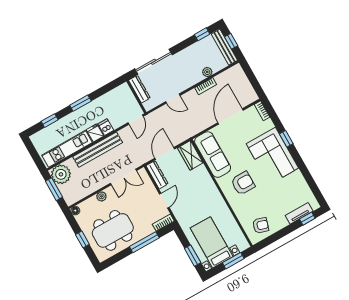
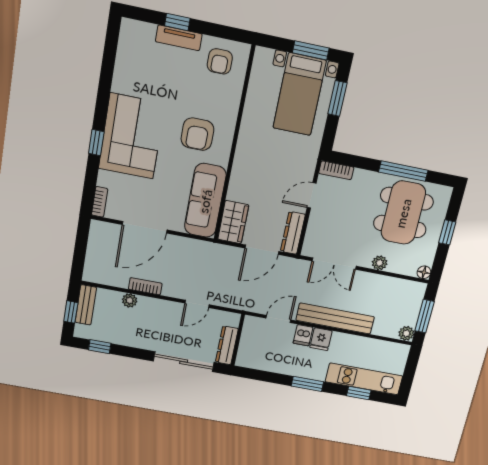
bench: (224, 47) -> (86, 305), width x0.73
door: (173, 99) -> (197, 304), swing flipped
door: (136, 120) -> (278, 319), moved
kitchen unit: (67, 149) -> (364, 379), moved, turned 180
plant: (61, 174) -> (406, 333), width x0.53, depth x0.53
double door: (123, 177) -> (334, 264), swing flipped
armchair: (243, 183) -> (197, 134), turned -90
tv unit: (299, 213) -> (179, 38), moved
window: (307, 219) -> (177, 22), moved
armchair: (261, 225) -> (220, 61), turned -107
dining table: (113, 230) -> (403, 213), turned 90
window: (144, 242) -> (403, 171), moved
window: (233, 261) -> (311, 50), moved

